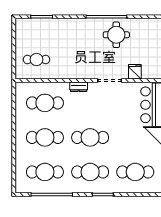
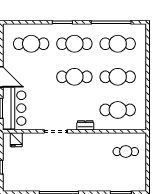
round table: (116, 35) -> (49, 175), removed
fridge: (135, 72) -> (16, 140), moved

